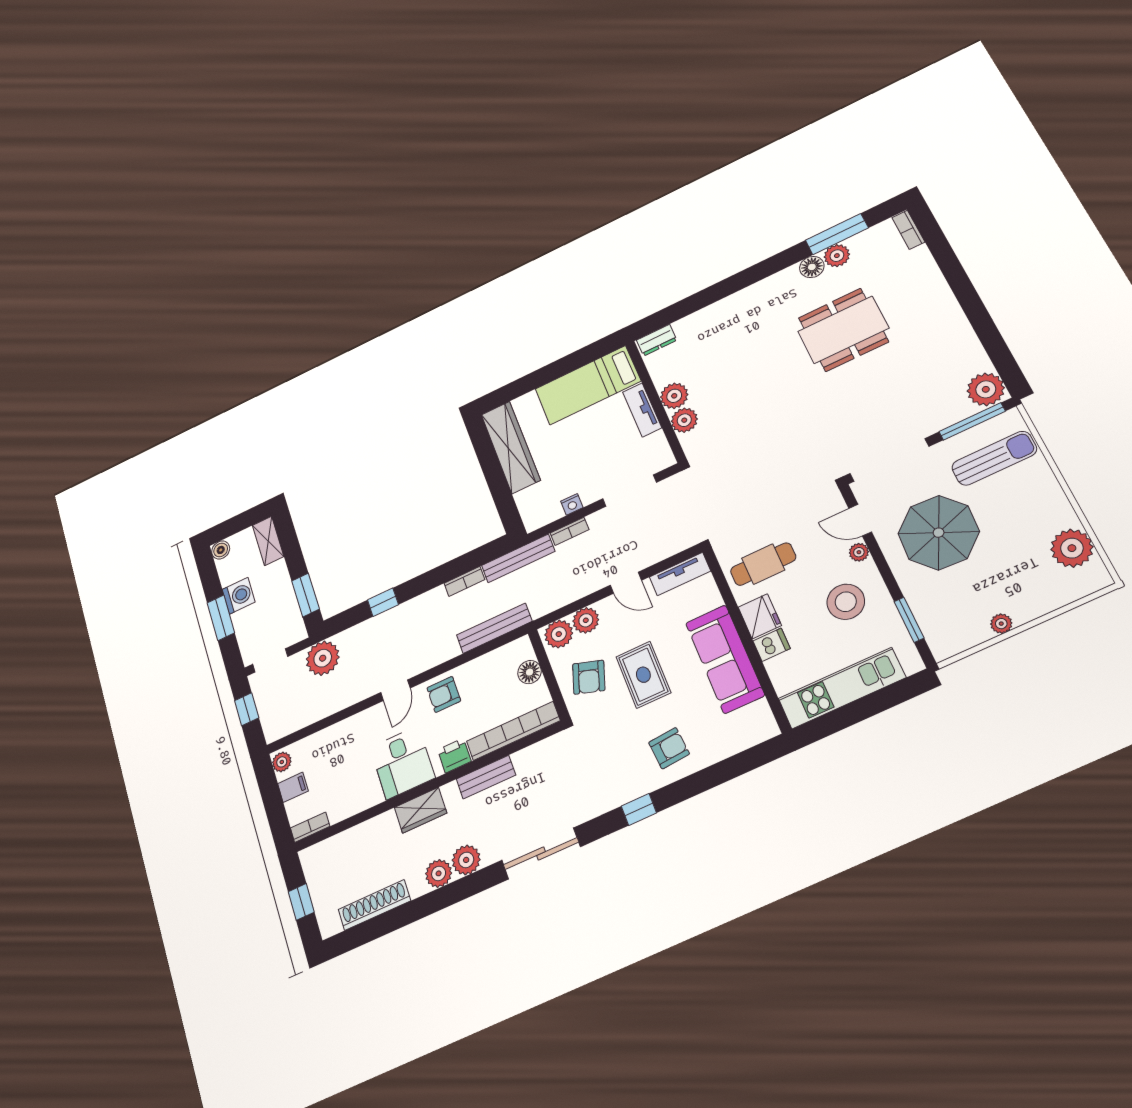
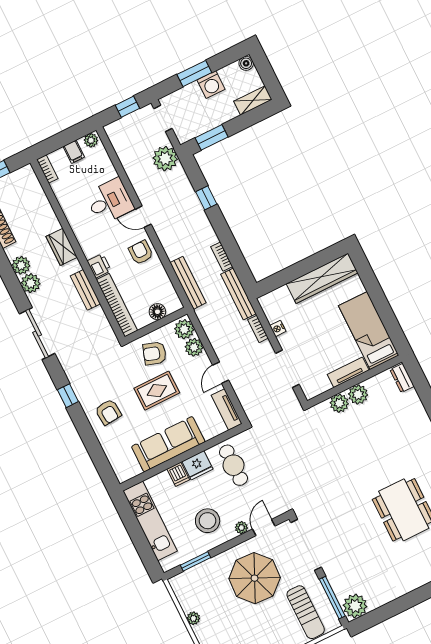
desk: (402, 763) -> (110, 201), moved, turned 180

